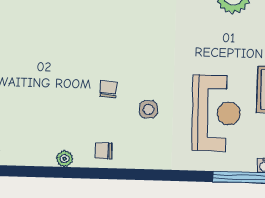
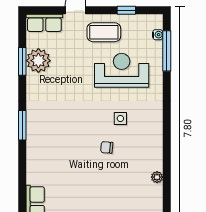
chair: (104, 151) -> (151, 149), removed

